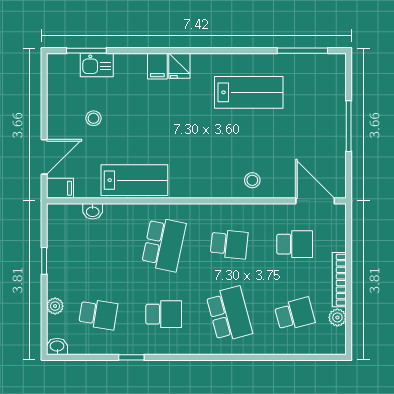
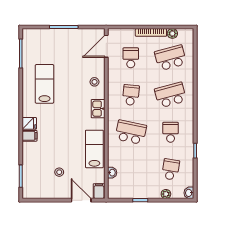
kitchen sink: (97, 65) -> (98, 109), moved, turned 180
school desk: (295, 314) -> (171, 58), width x1.85

